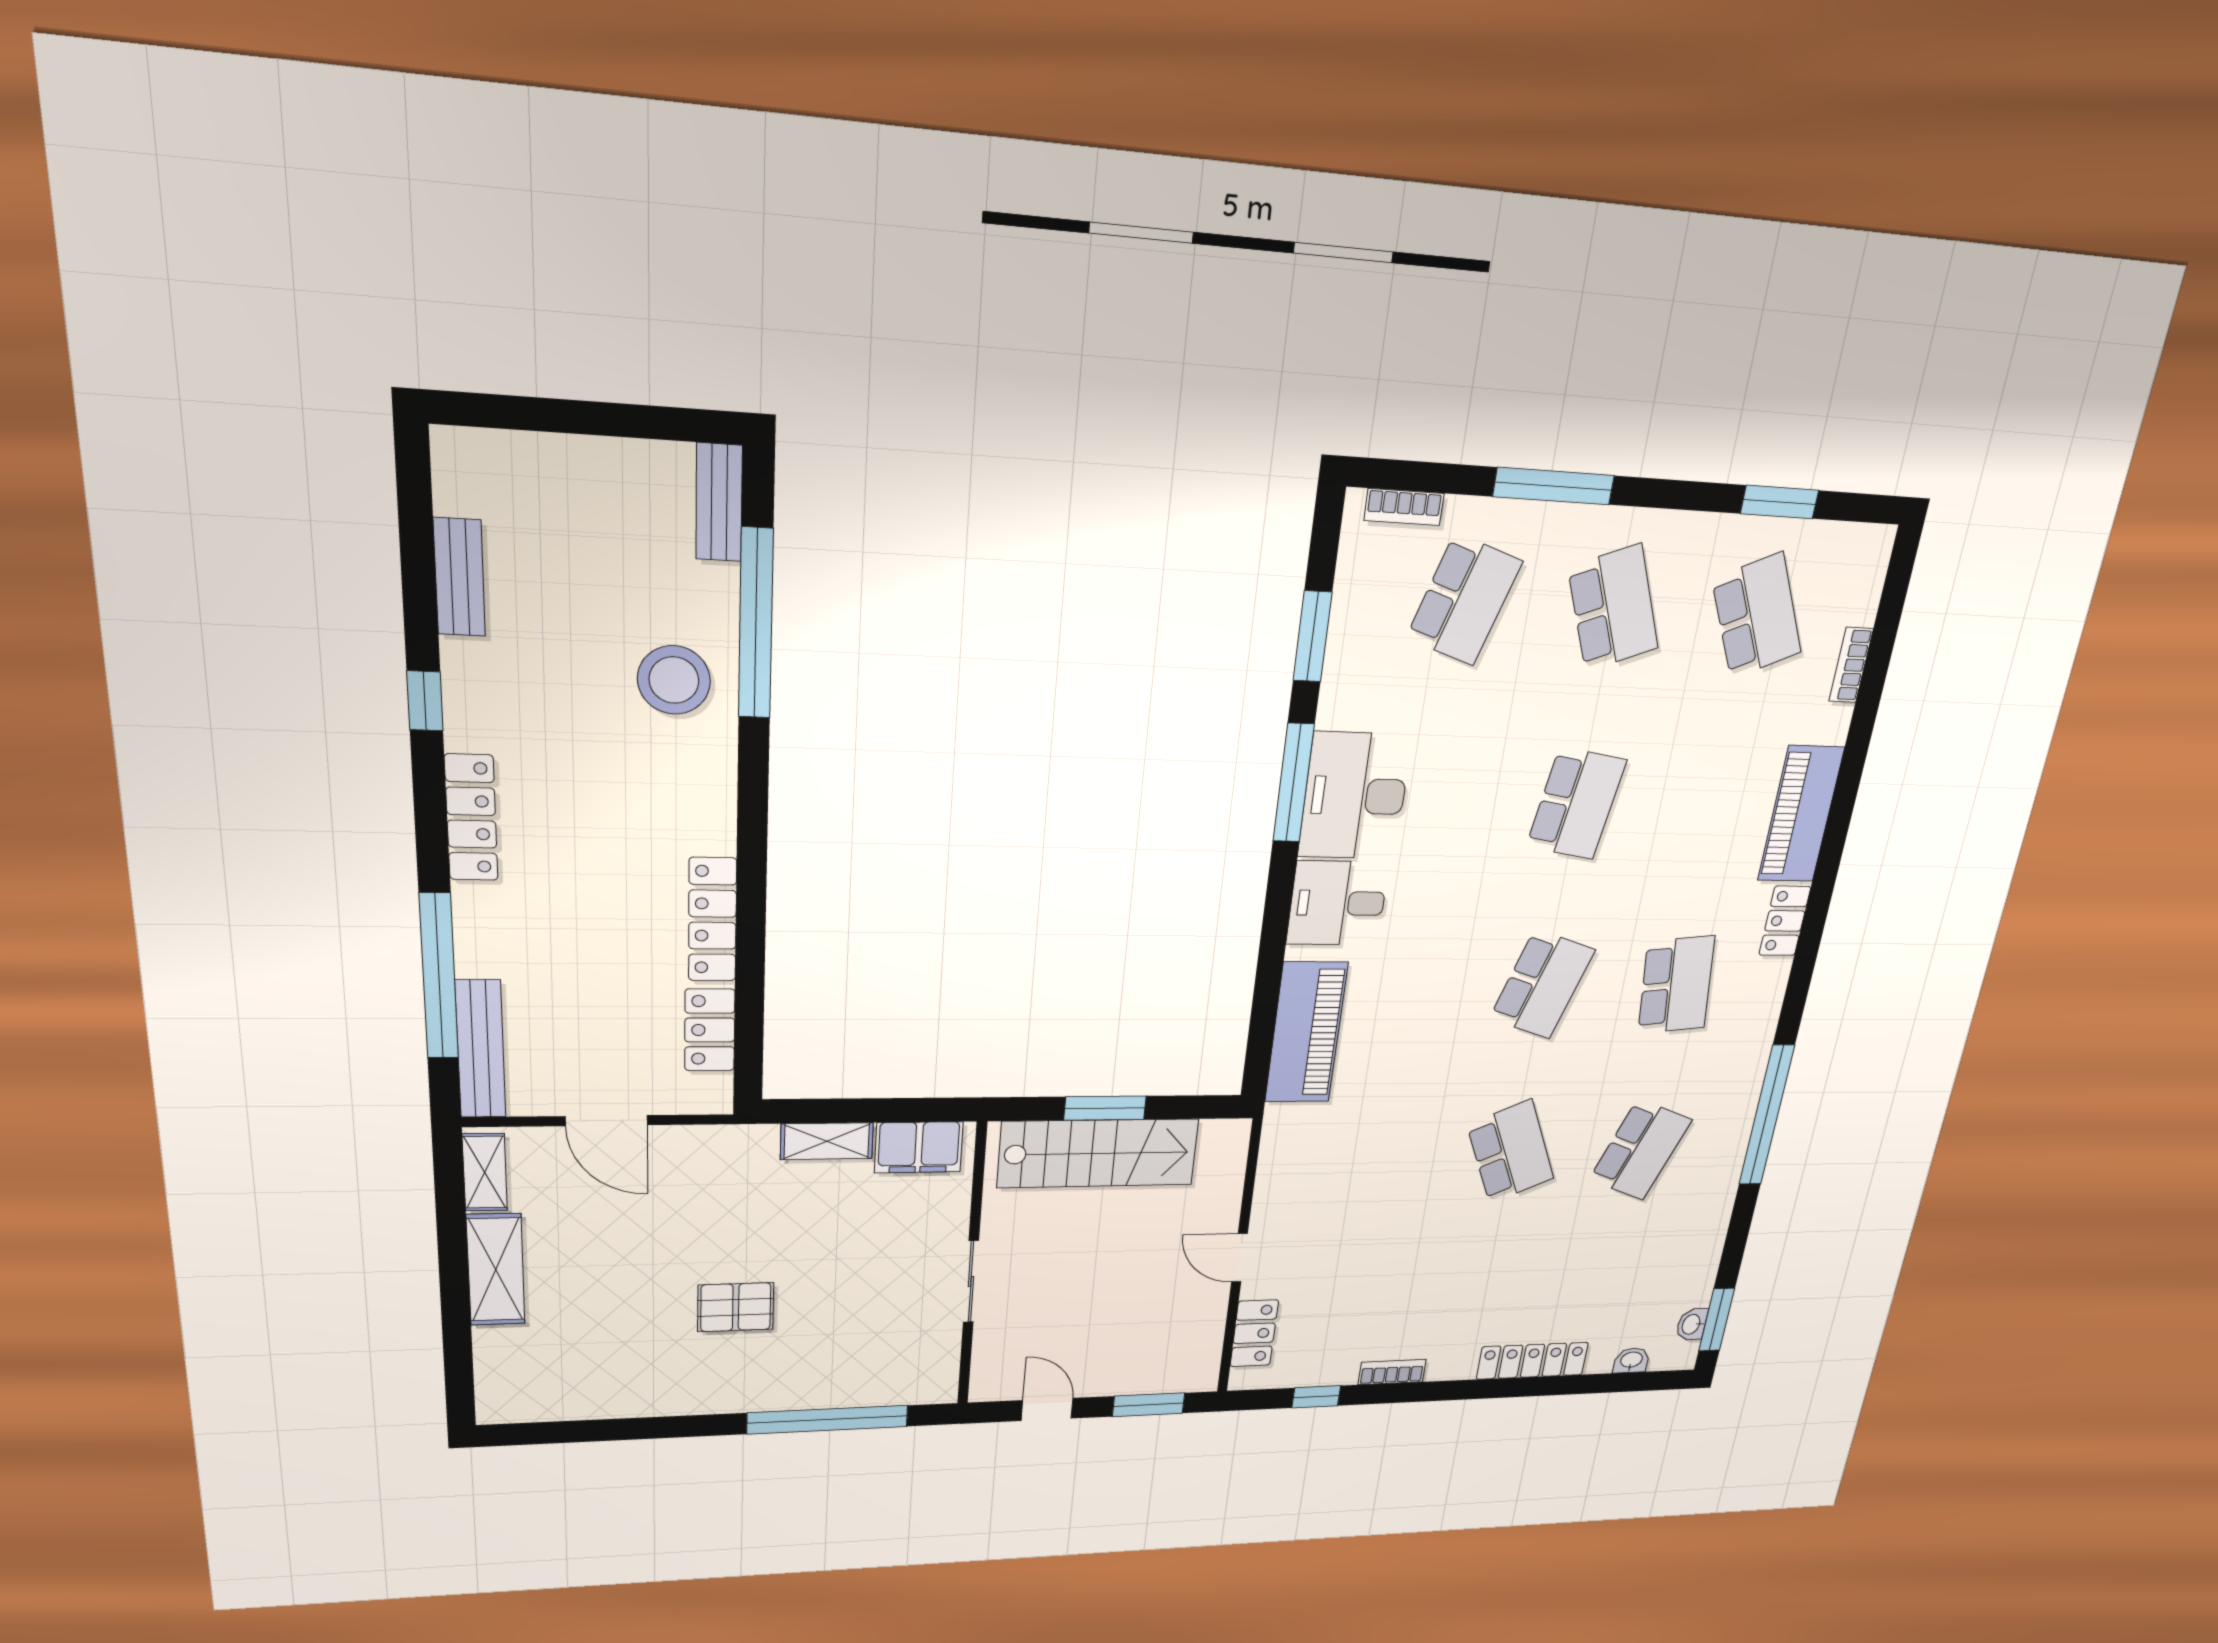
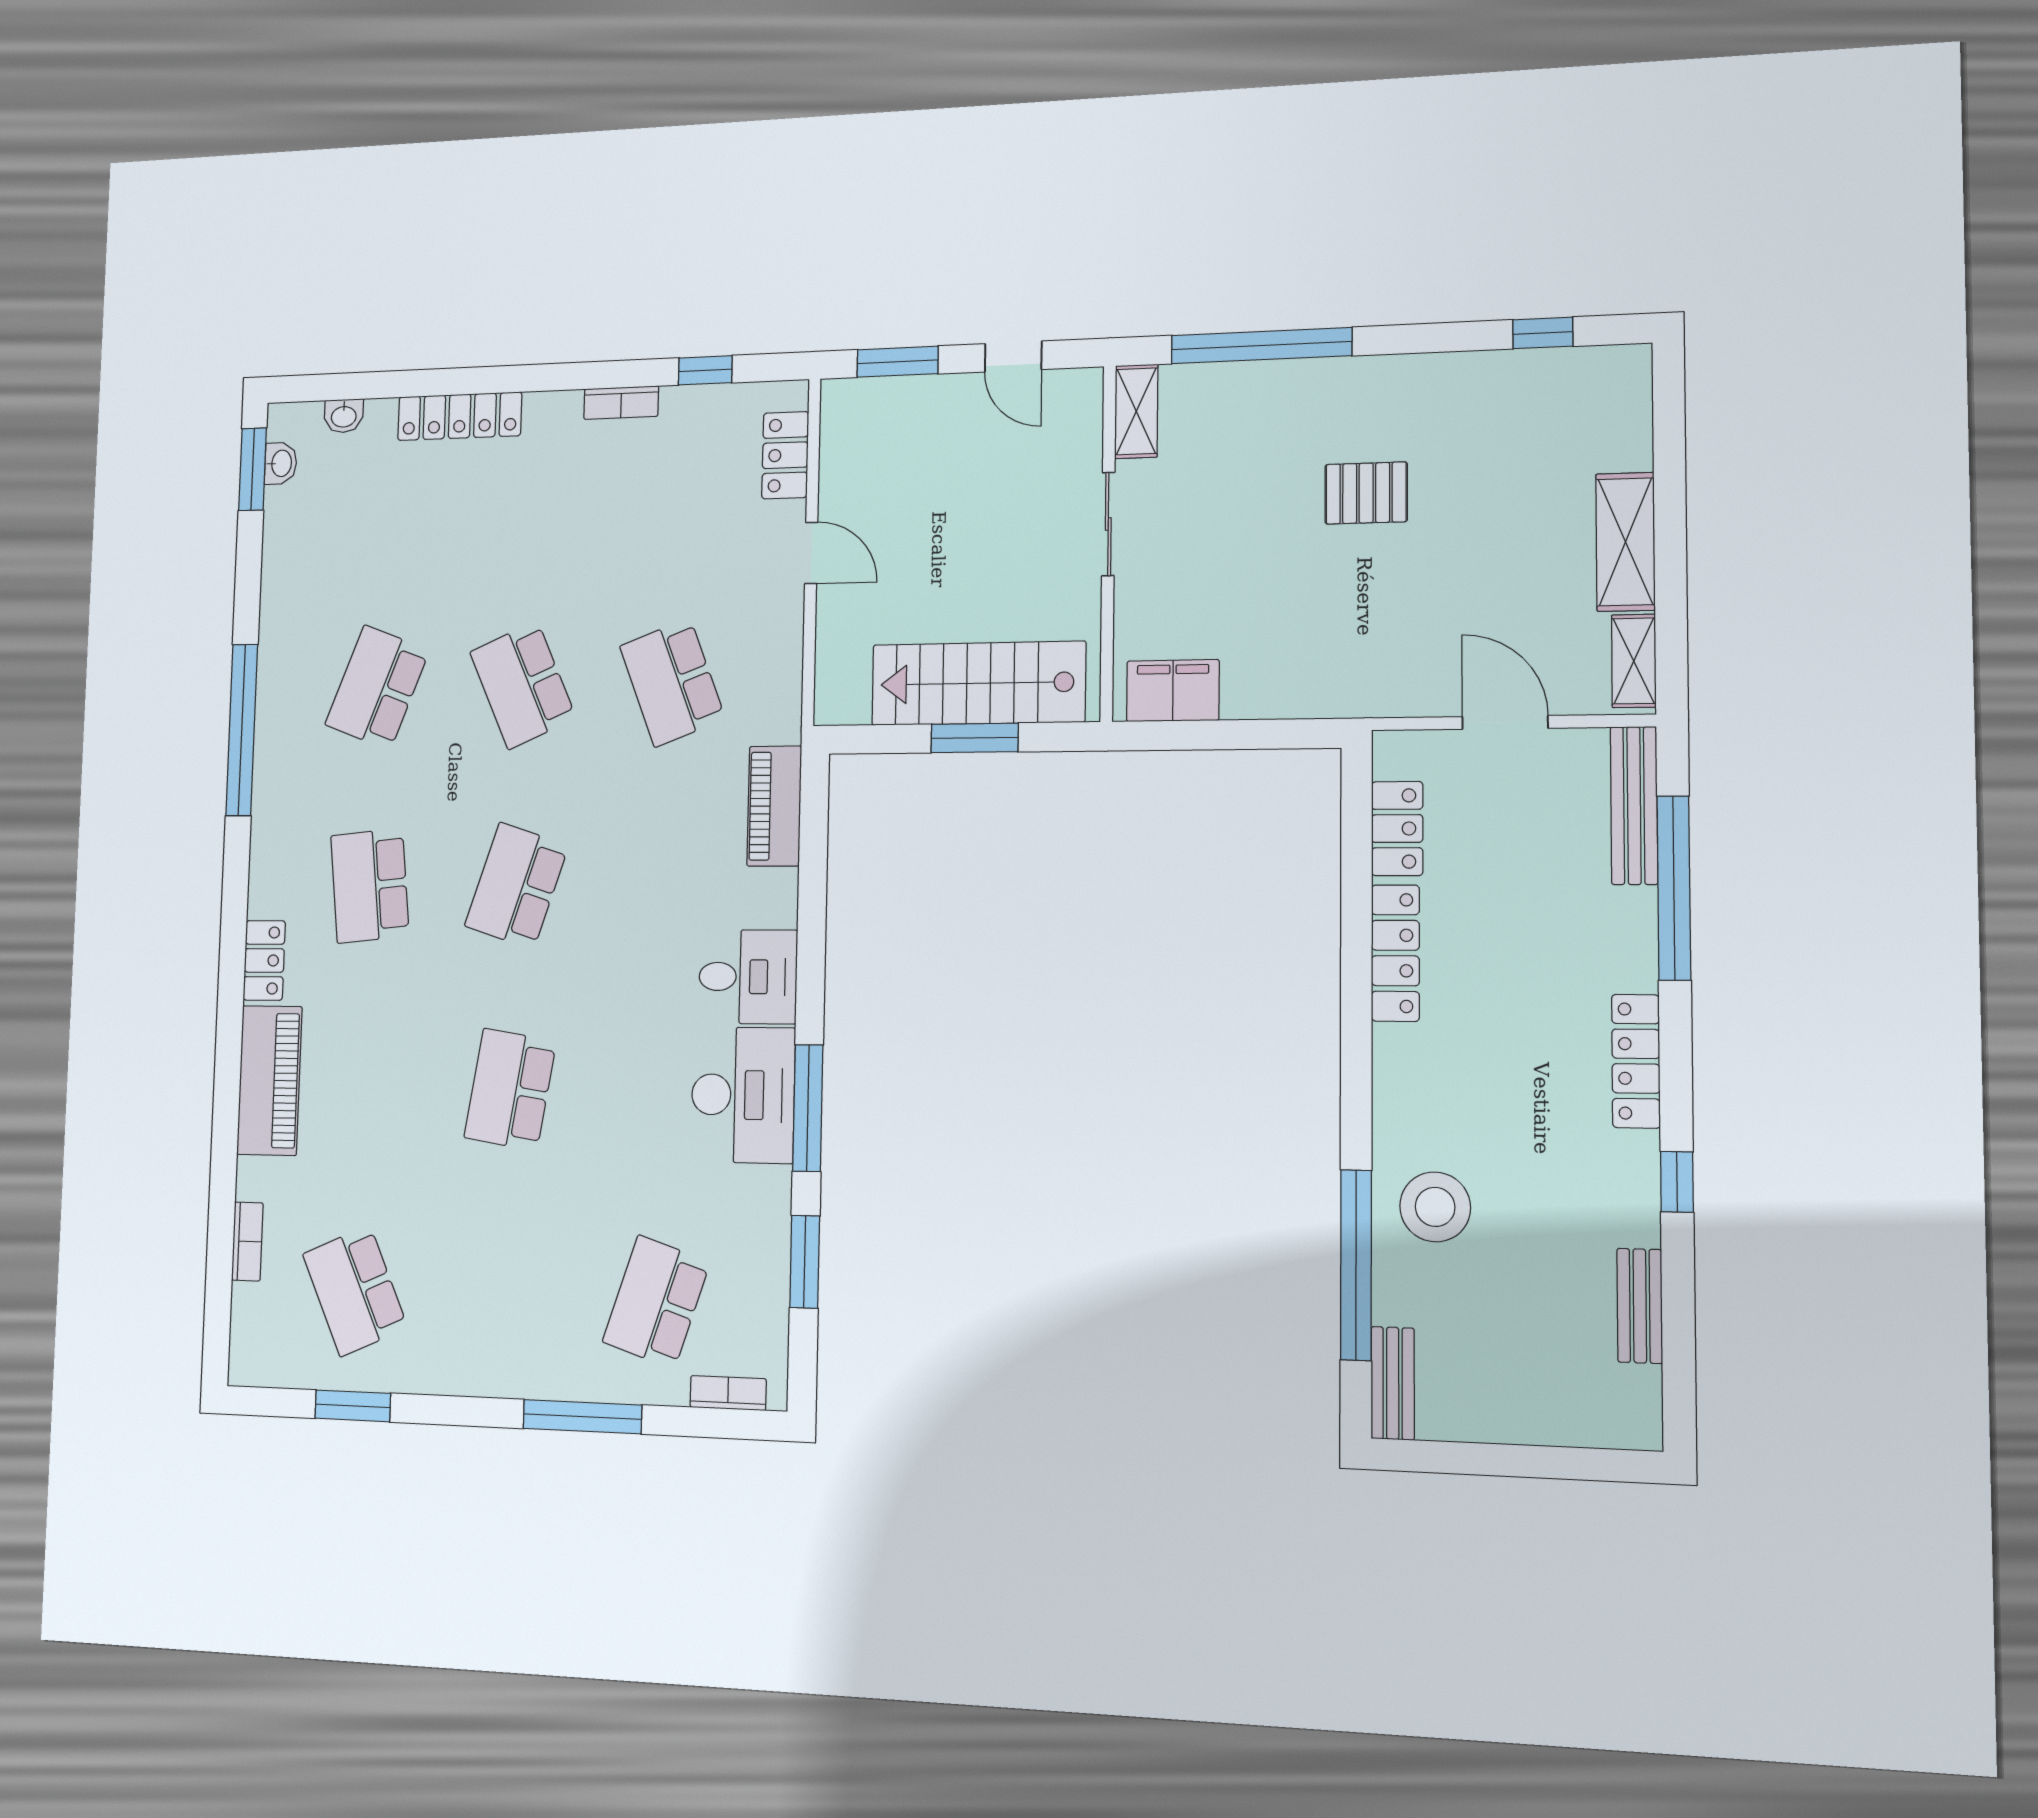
school desk: (1613, 608) -> (672, 682), moved
piano: (1306, 1033) -> (774, 806), width x0.73, depth x0.75
shelving: (827, 1141) -> (1136, 411), moved, turned 90
window: (575, 1432) -> (1543, 333), added

